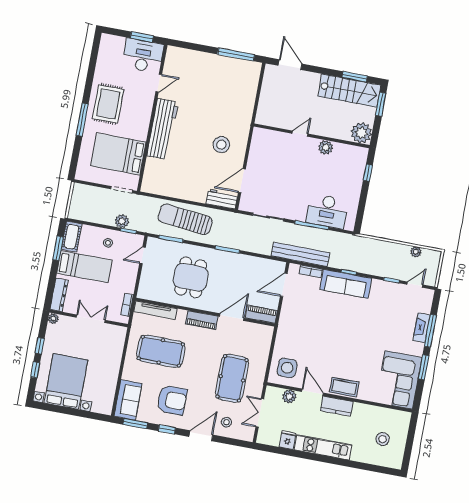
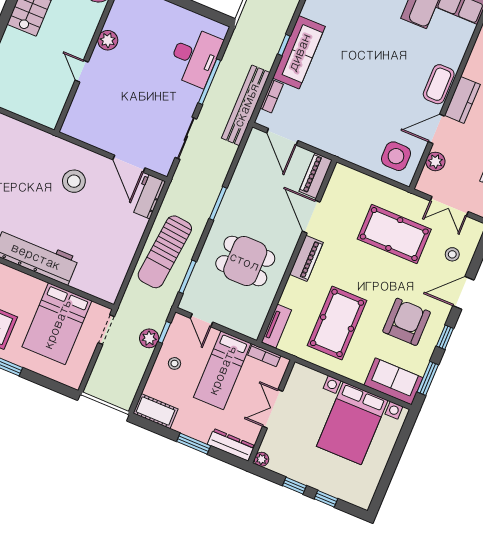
window: (58, 248) -> (194, 444), moved
bed: (84, 267) -> (222, 370), moved, turned 180
tv unit: (156, 310) -> (276, 326), width x0.71
bed with nightstands: (66, 382) -> (352, 423), moved, turned -90
door: (201, 436) -> (463, 293), hinge flipped

